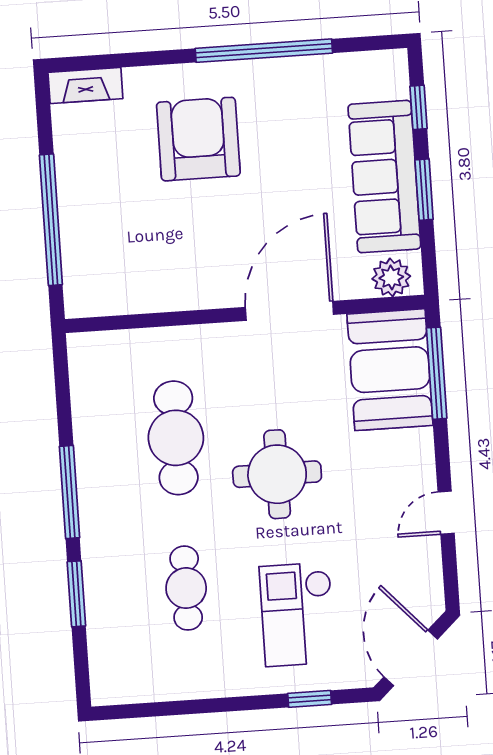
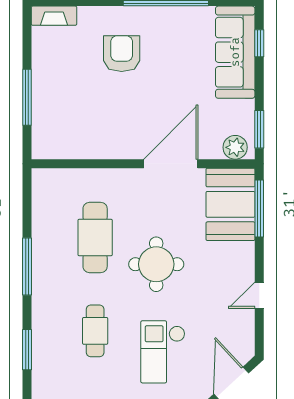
armchair: (198, 139) -> (122, 54), width x0.73, depth x0.73
sofa: (384, 177) -> (235, 52), moved
window: (424, 190) -> (259, 129), moved
window: (51, 220) -> (27, 97), width x0.68
window: (76, 594) -> (27, 350), moved

